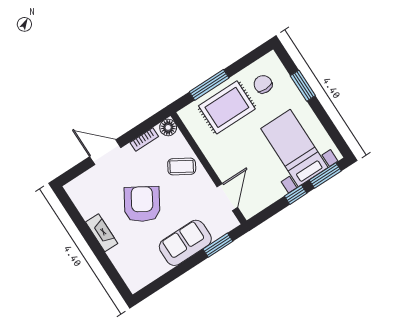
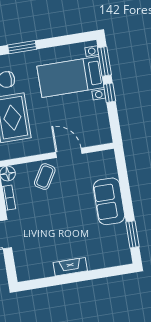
door: (227, 197) -> (69, 153), moved
armchair: (142, 204) -> (61, 223), removed
window: (218, 245) -> (132, 234), moved

